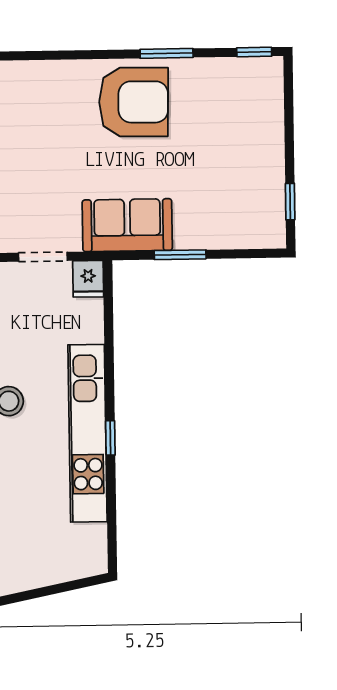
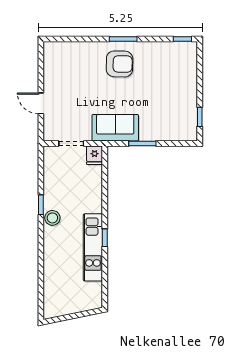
window: (167, 53) -> (123, 39), moved
armchair: (134, 102) -> (120, 64), width x0.73, depth x0.73
kitchen unit: (88, 433) -> (93, 247), width x0.73

